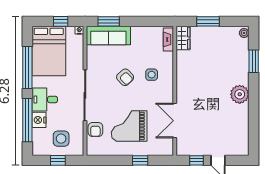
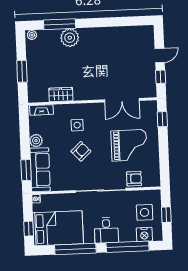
window: (61, 21) -> (29, 229), moved
plant: (138, 33) -> (36, 141), added
wardrobe: (183, 38) -> (61, 94), moved
window: (254, 61) -> (60, 24), width x1.44
plant: (240, 94) -> (70, 38), moved
nightstand: (39, 120) -> (144, 234), moved
grand piano: (129, 126) -> (129, 145), turned -90
window: (140, 160) -> (162, 119), moved

